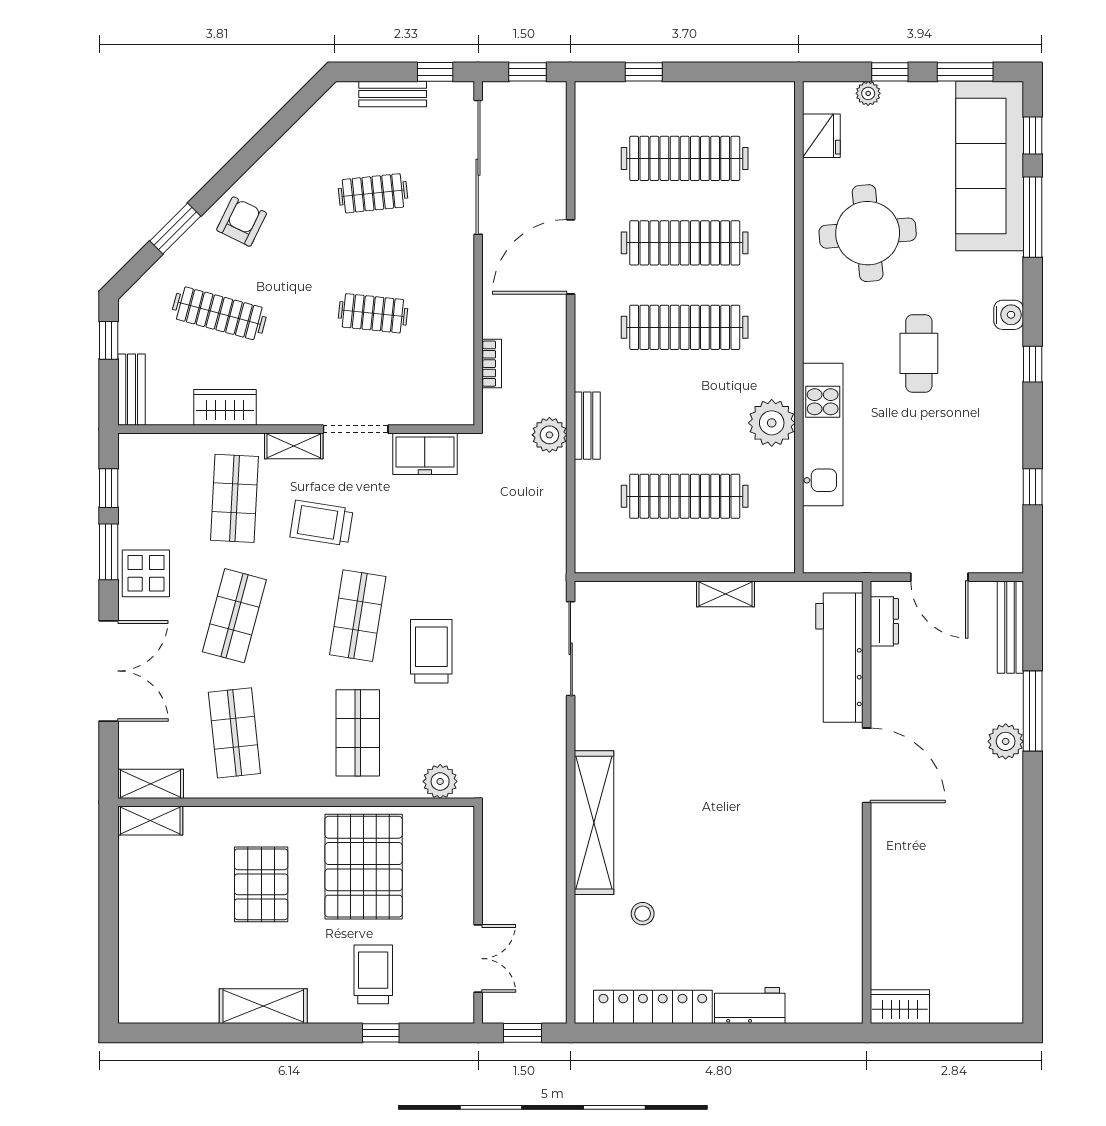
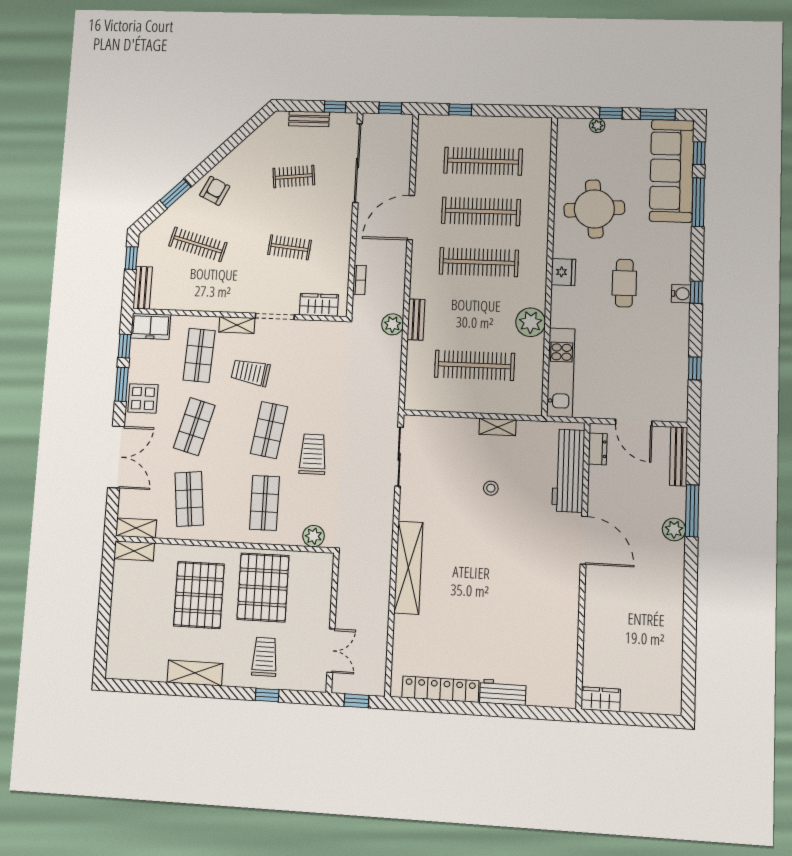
fridge: (821, 136) -> (563, 272), moved
water cooler: (1009, 315) -> (681, 294), moved
wardrobe: (225, 407) -> (319, 305), moved
kitchen unit: (823, 435) -> (561, 372), moved
freezer: (425, 454) -> (151, 326), moved
pallet: (261, 884) -> (199, 595), width x1.37, depth x1.41
stool: (643, 914) -> (491, 488), moved

